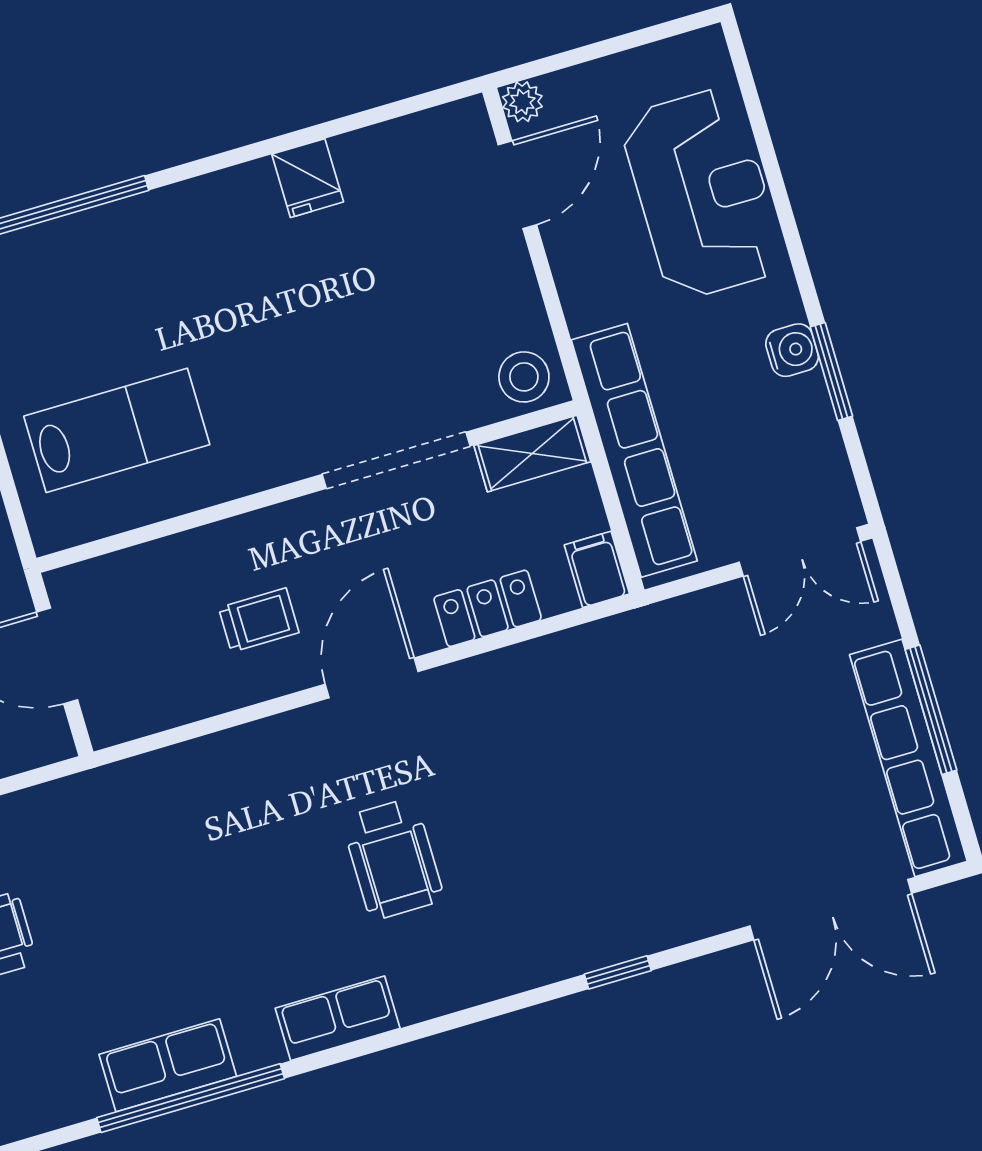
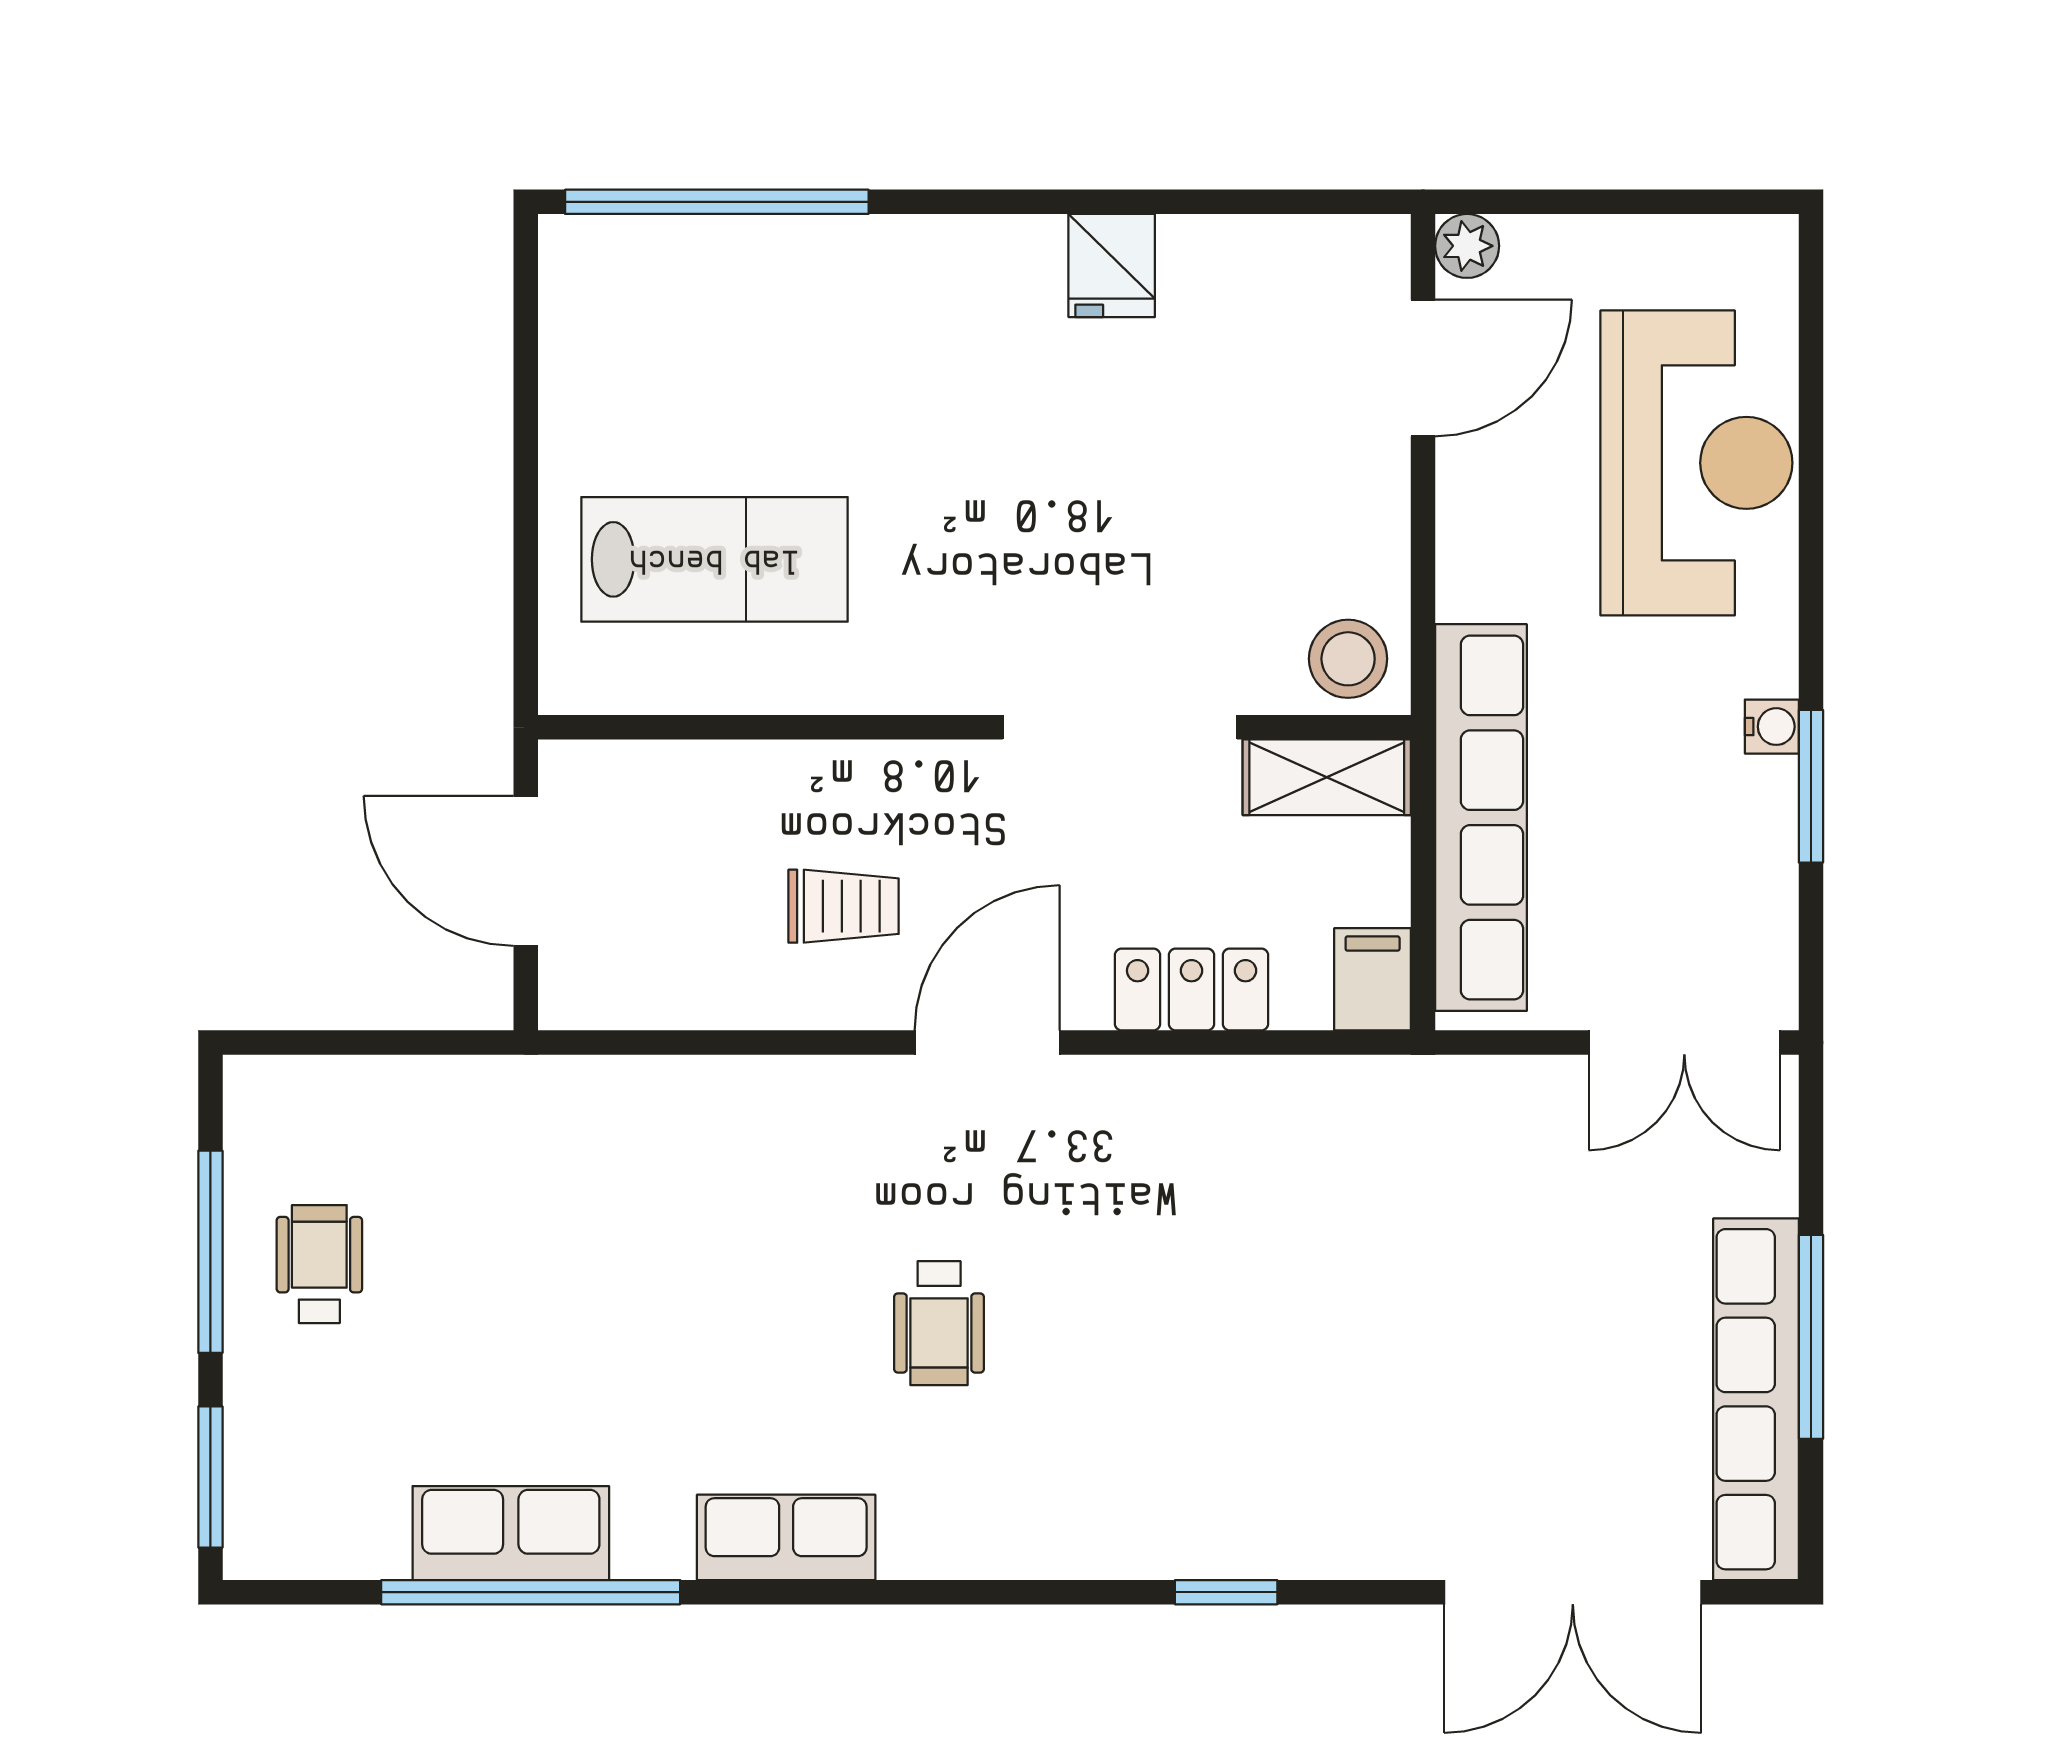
water cooler: (792, 350) -> (1772, 727), width x0.72, depth x0.72
wheelchair: (393, 859) -> (939, 1323), width x0.73, depth x0.73

